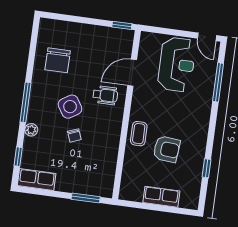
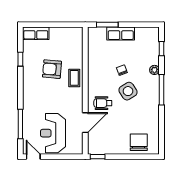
chair: (58, 60) -> (139, 142), moved
row of seats: (37, 180) -> (121, 34), moved
row of seats: (161, 197) -> (36, 33), moved

